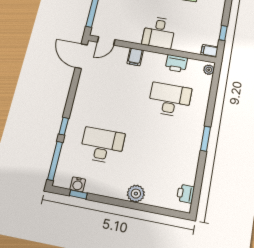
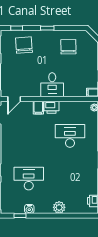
printer: (176, 63) -> (52, 107), moved
water cooler: (78, 184) -> (29, 209), moved

